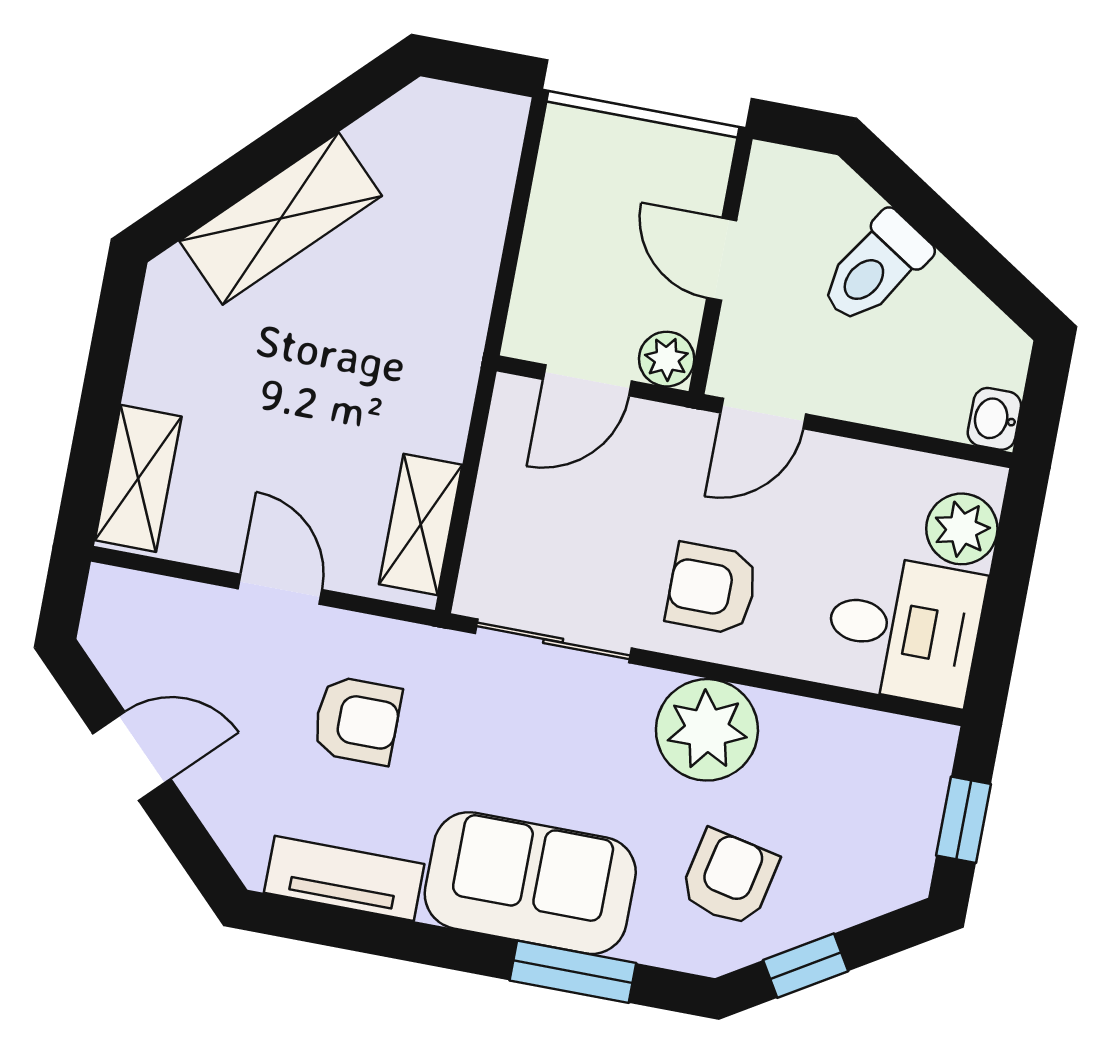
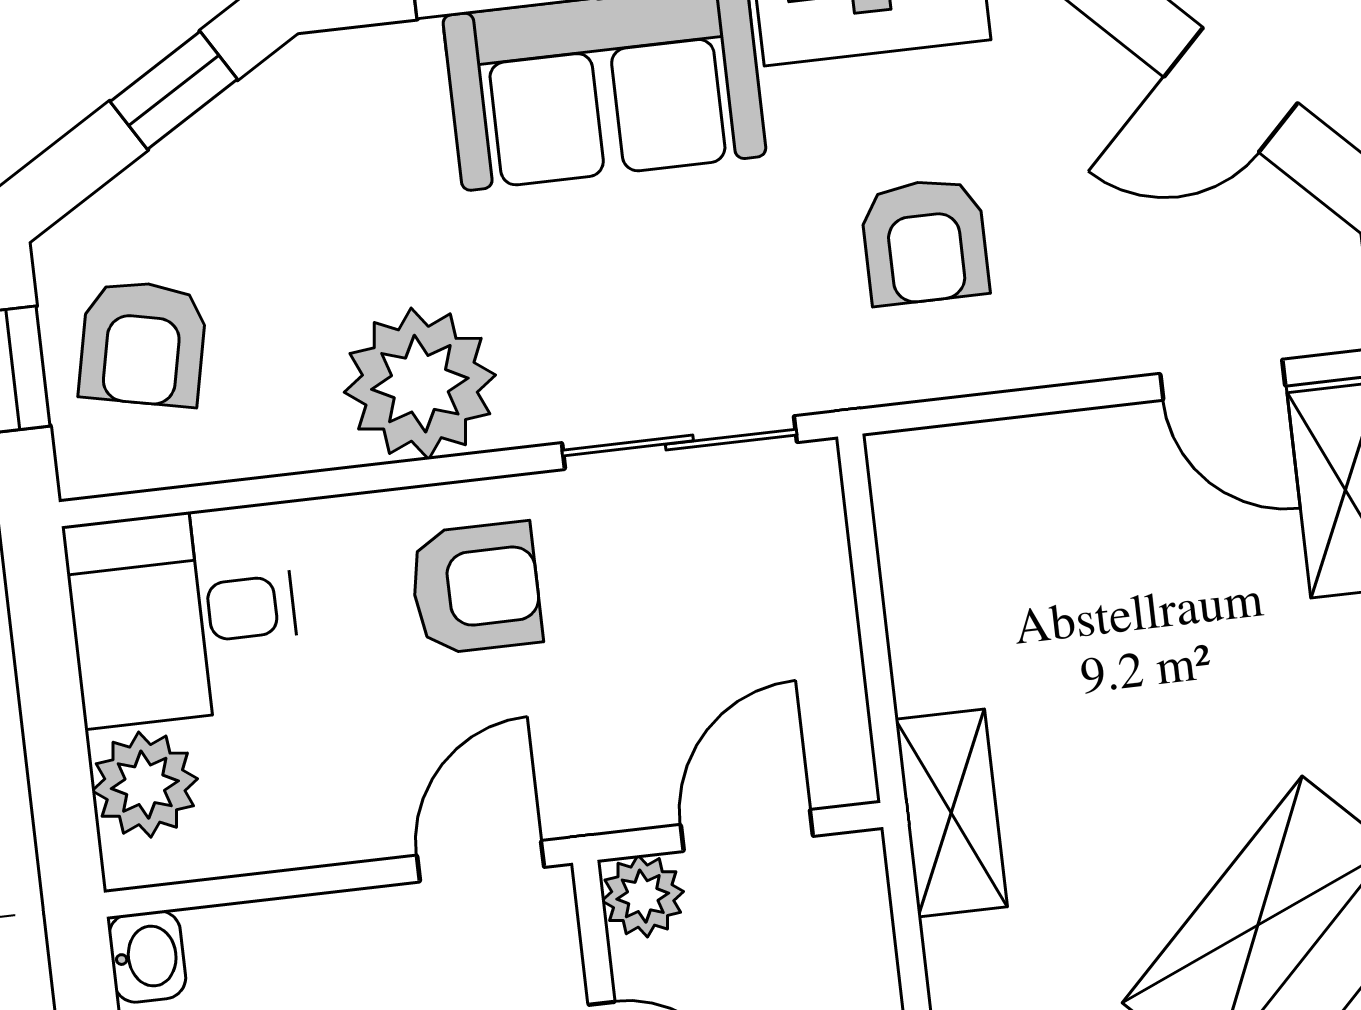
shelving: (421, 525) -> (951, 813), moved
door: (280, 589) -> (1223, 380), moved
armchair: (357, 720) -> (925, 241), turned -90
armchair: (729, 878) -> (143, 343), moved

